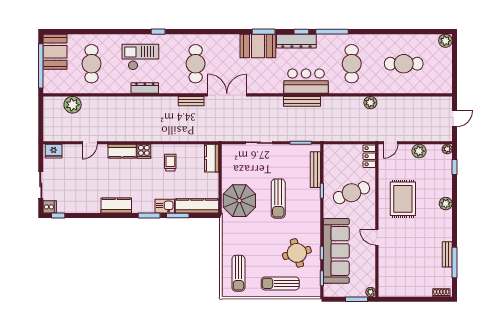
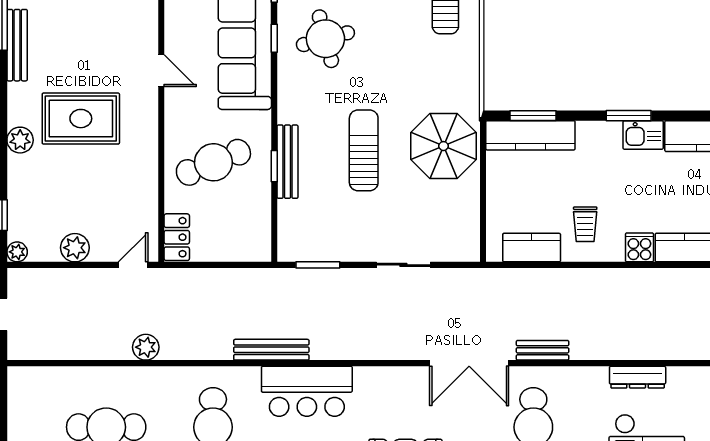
bench: (302, 101) -> (271, 350), moved
plant: (370, 103) -> (146, 347), moved
kitchen counter: (212, 158) -> (532, 248), moved, turned -90
bench: (315, 170) -> (288, 162), moved
rug: (403, 199) -> (81, 119), moved, turned 90
kitchen sink: (165, 206) -> (643, 135), moved
window: (178, 215) -> (533, 116), moved
bench: (447, 254) -> (17, 45), width x1.36

